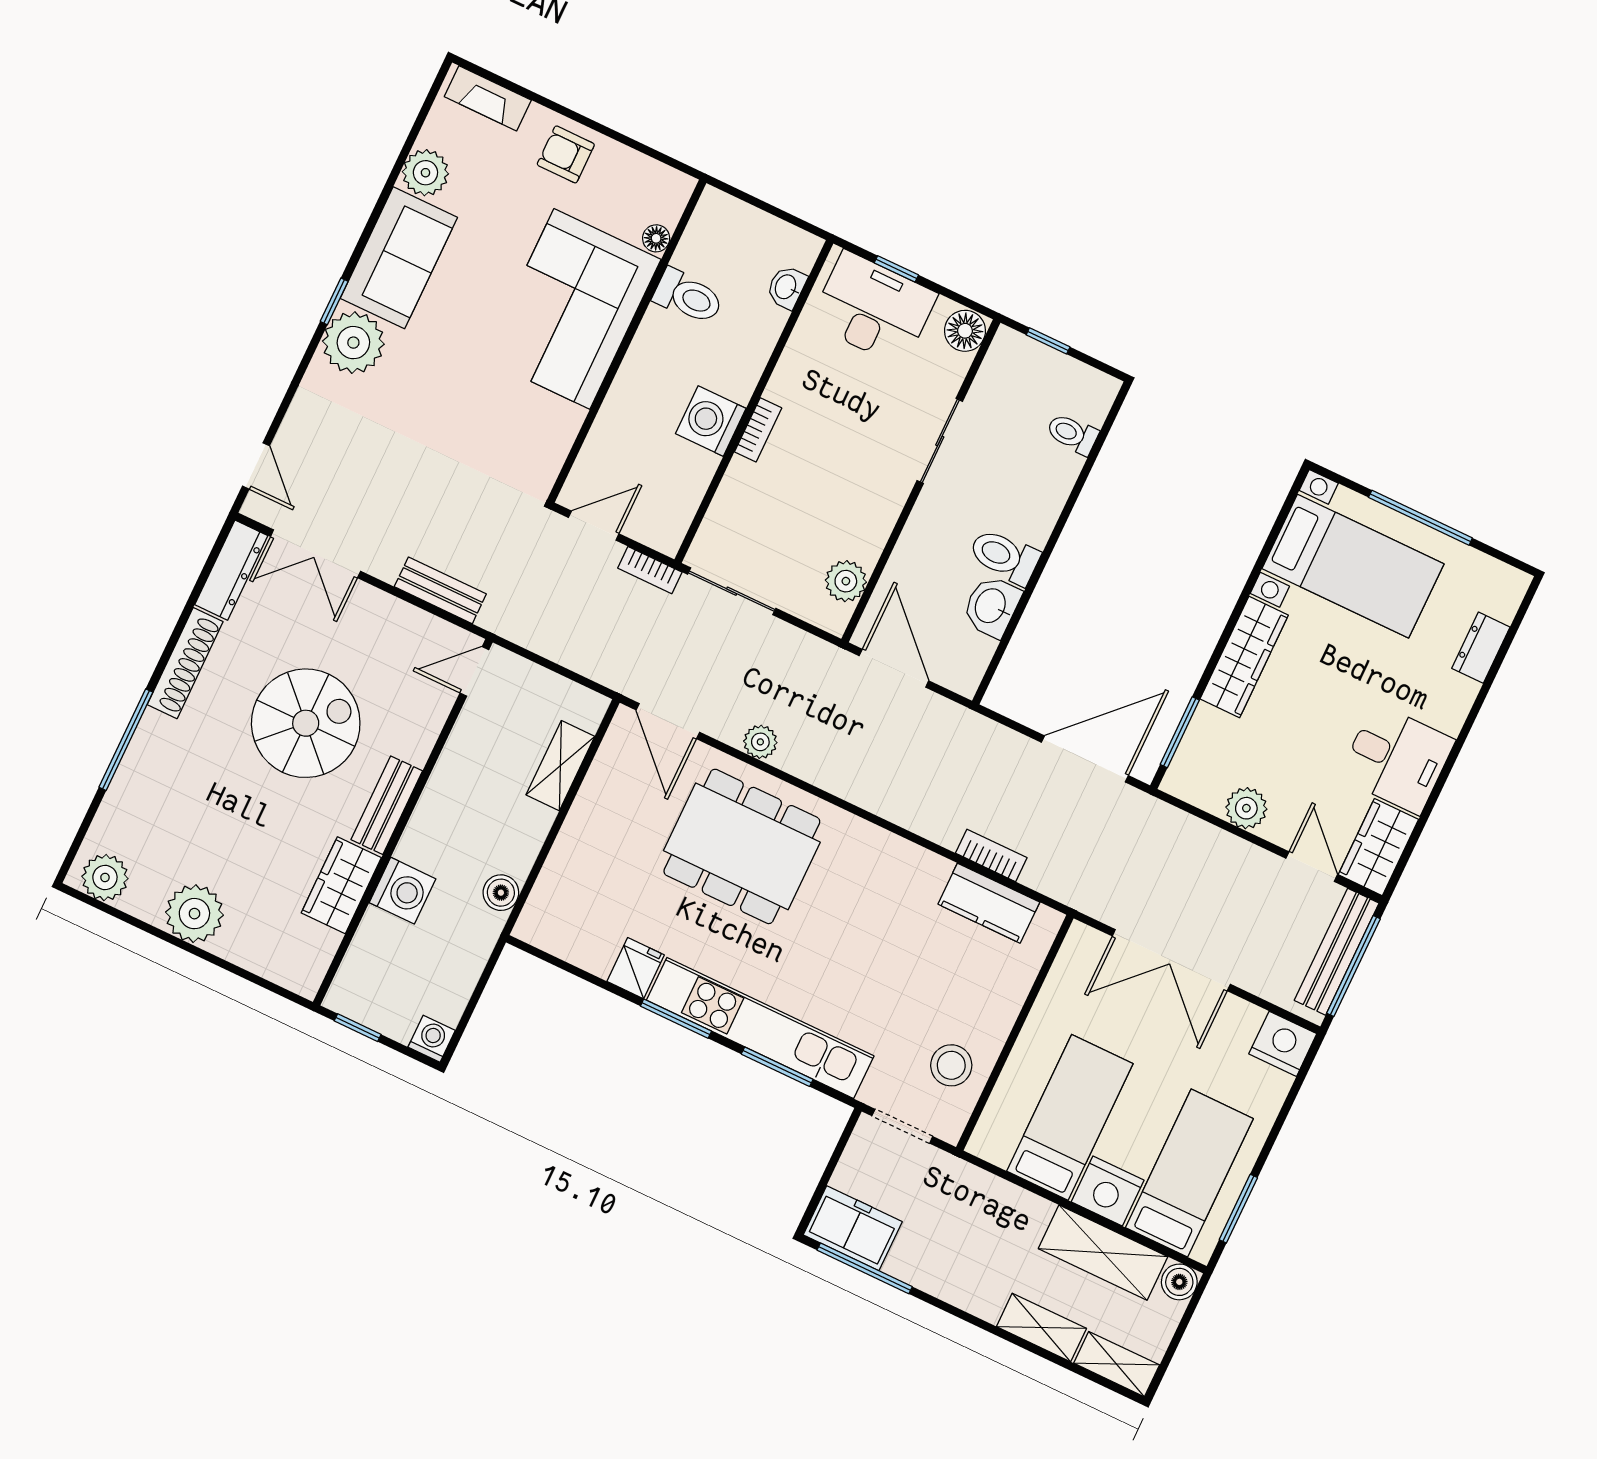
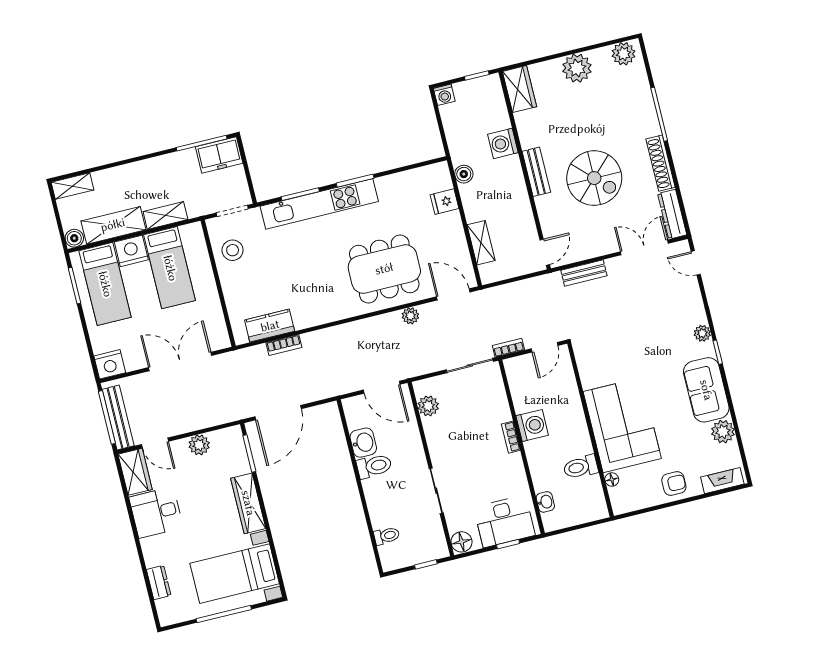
plant: (353, 343) -> (702, 333), width x0.53, depth x0.53
spiral stairs: (306, 723) -> (594, 178), turned -90
wardrobe: (341, 885) -> (519, 89), moved
fridge: (636, 968) -> (445, 202), moved, turned 90
shelving: (1041, 1327) -> (165, 216), moved

